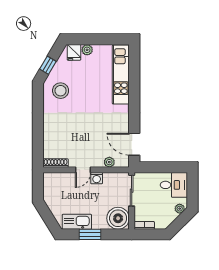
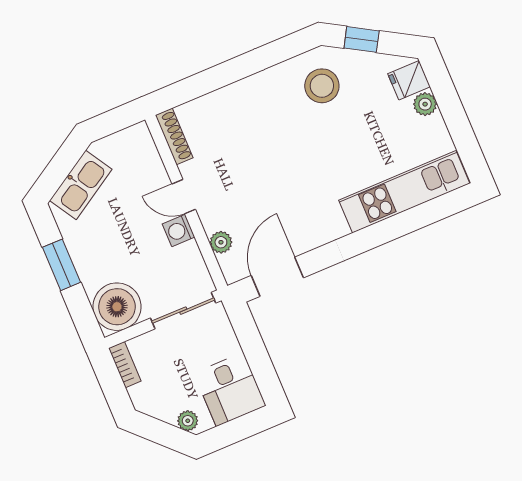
kitchen sink: (77, 222) -> (81, 185), moved, turned 58

